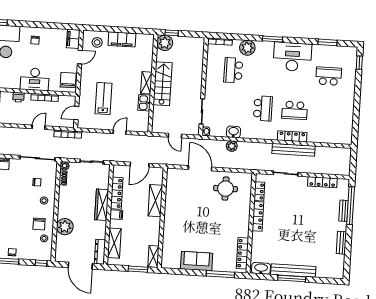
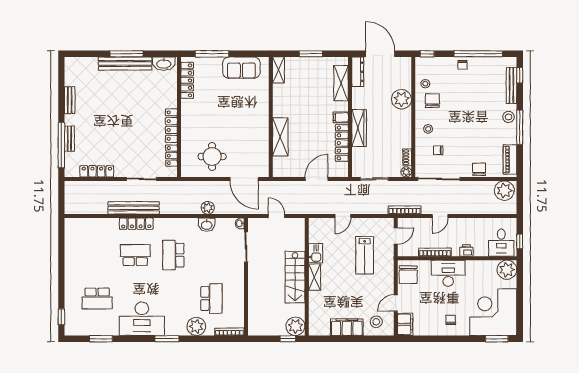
shelving: (155, 201) -> (280, 137), moved
wall: (162, 218) -> (271, 117), moved
shelving: (153, 257) -> (278, 70), moved

